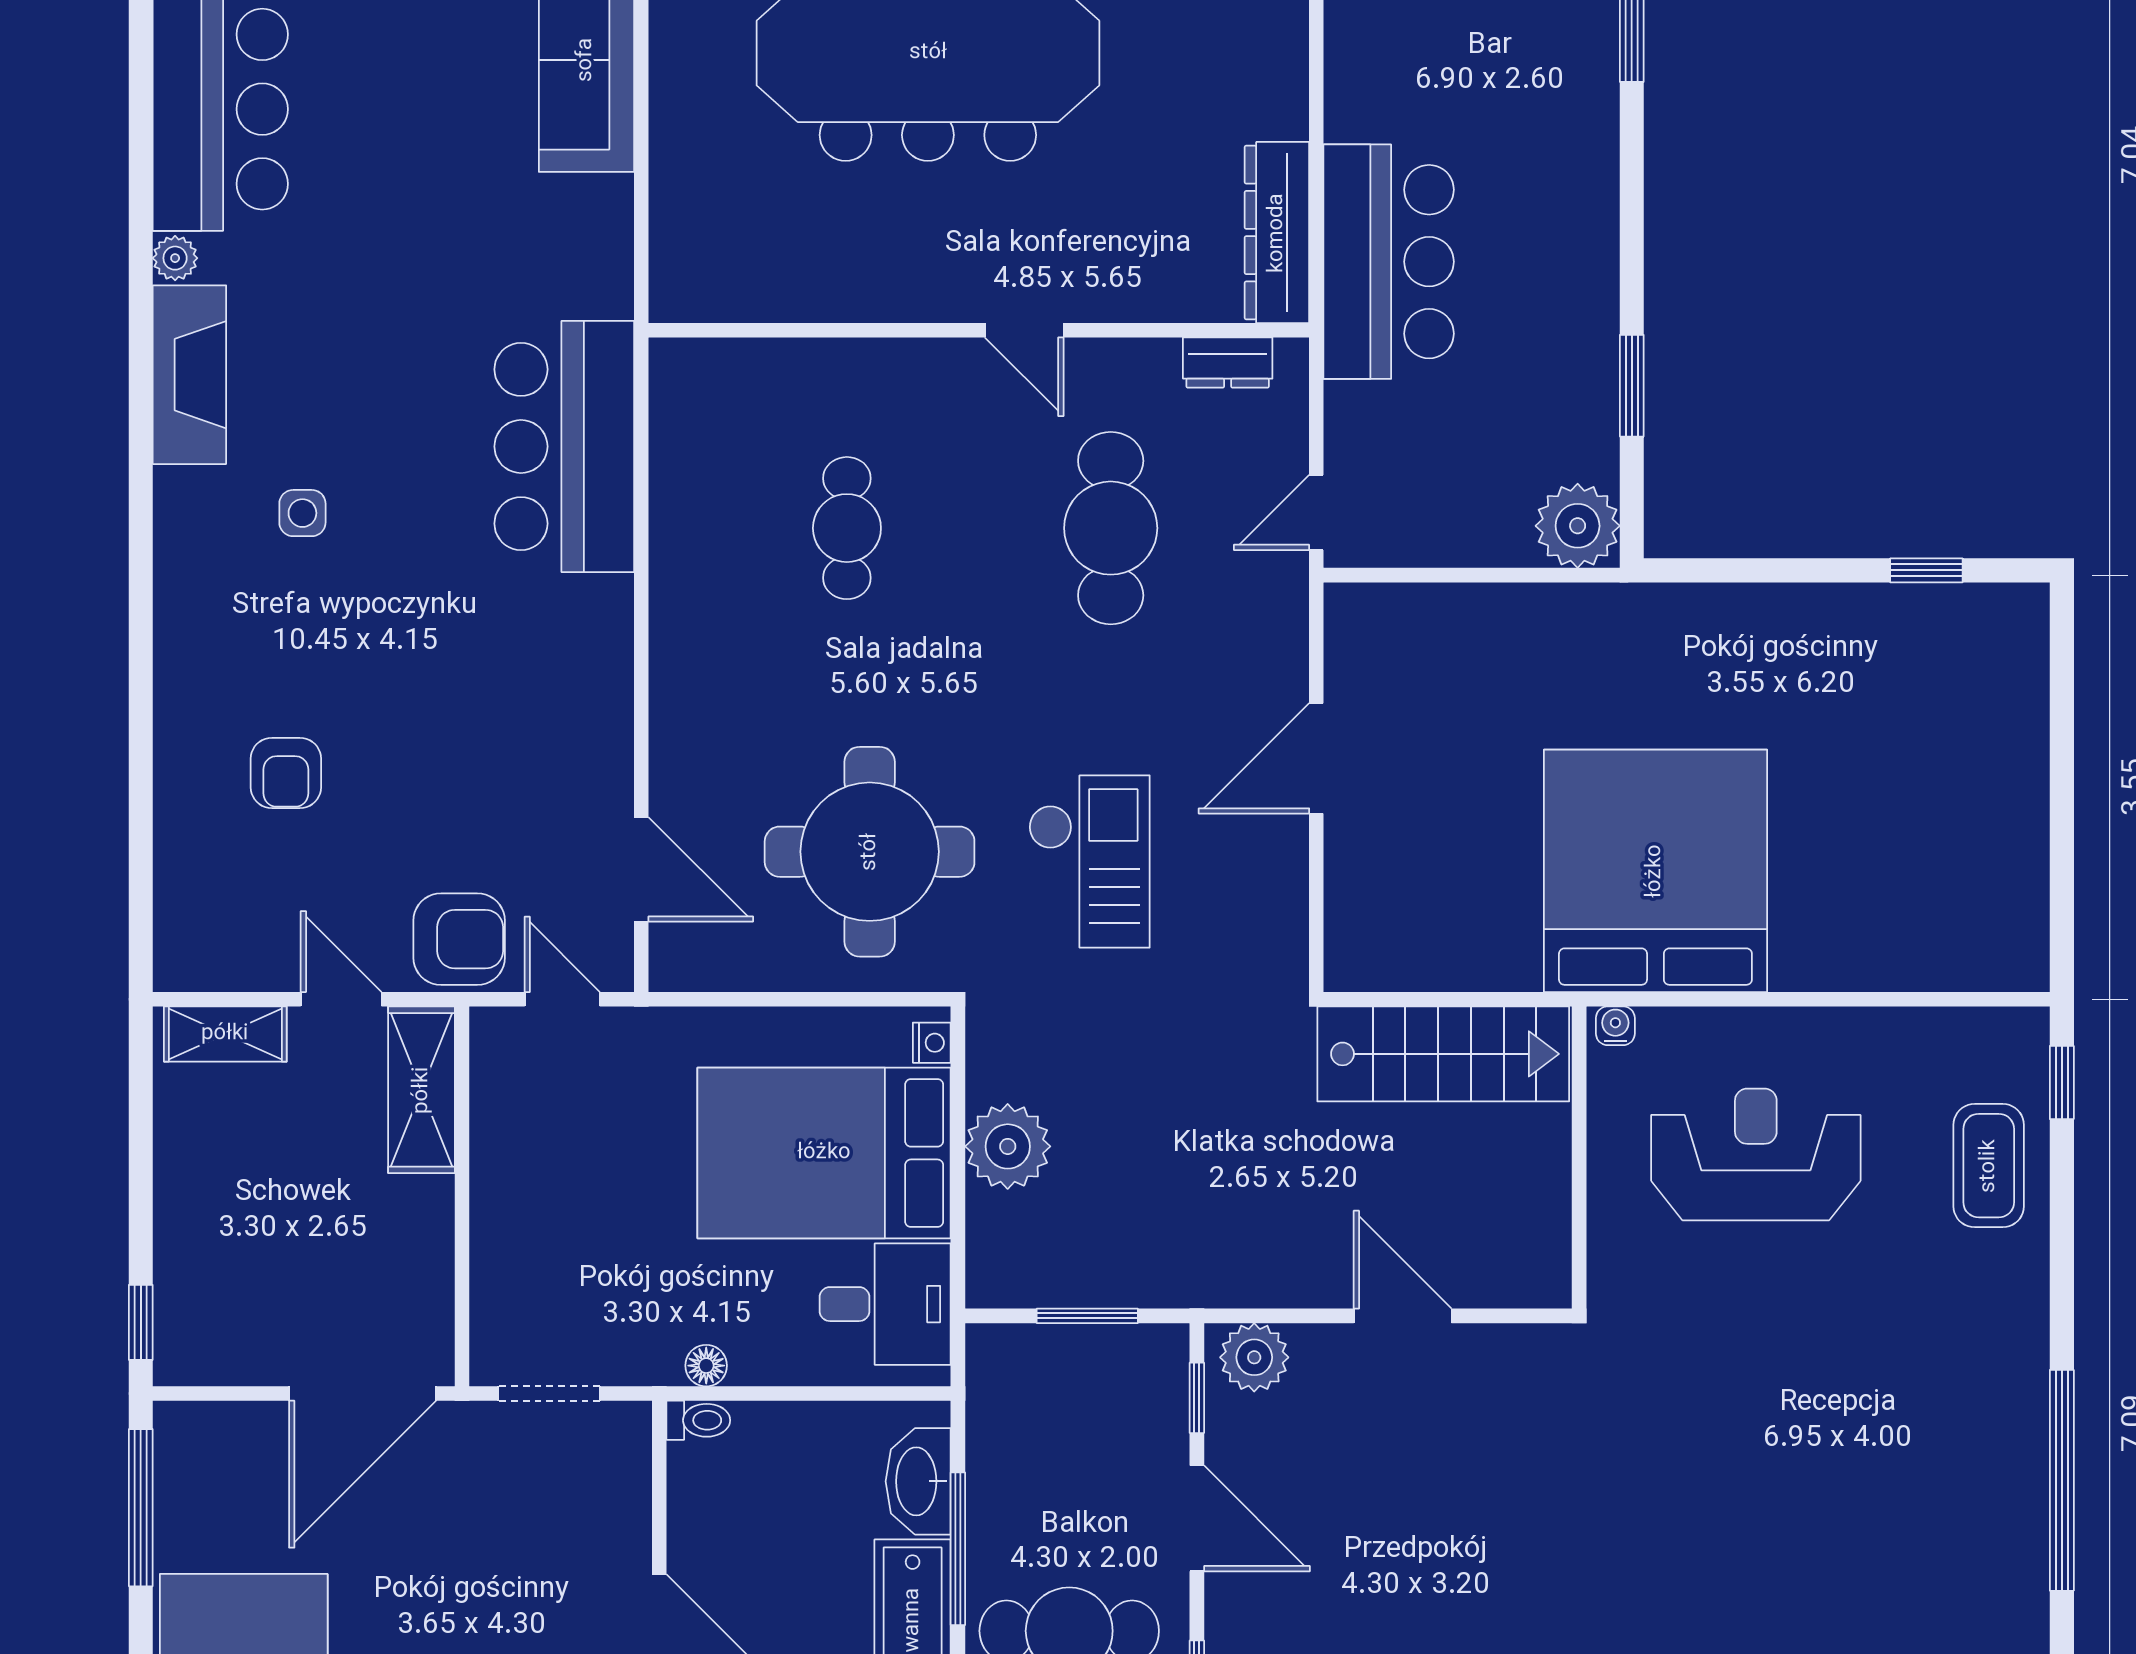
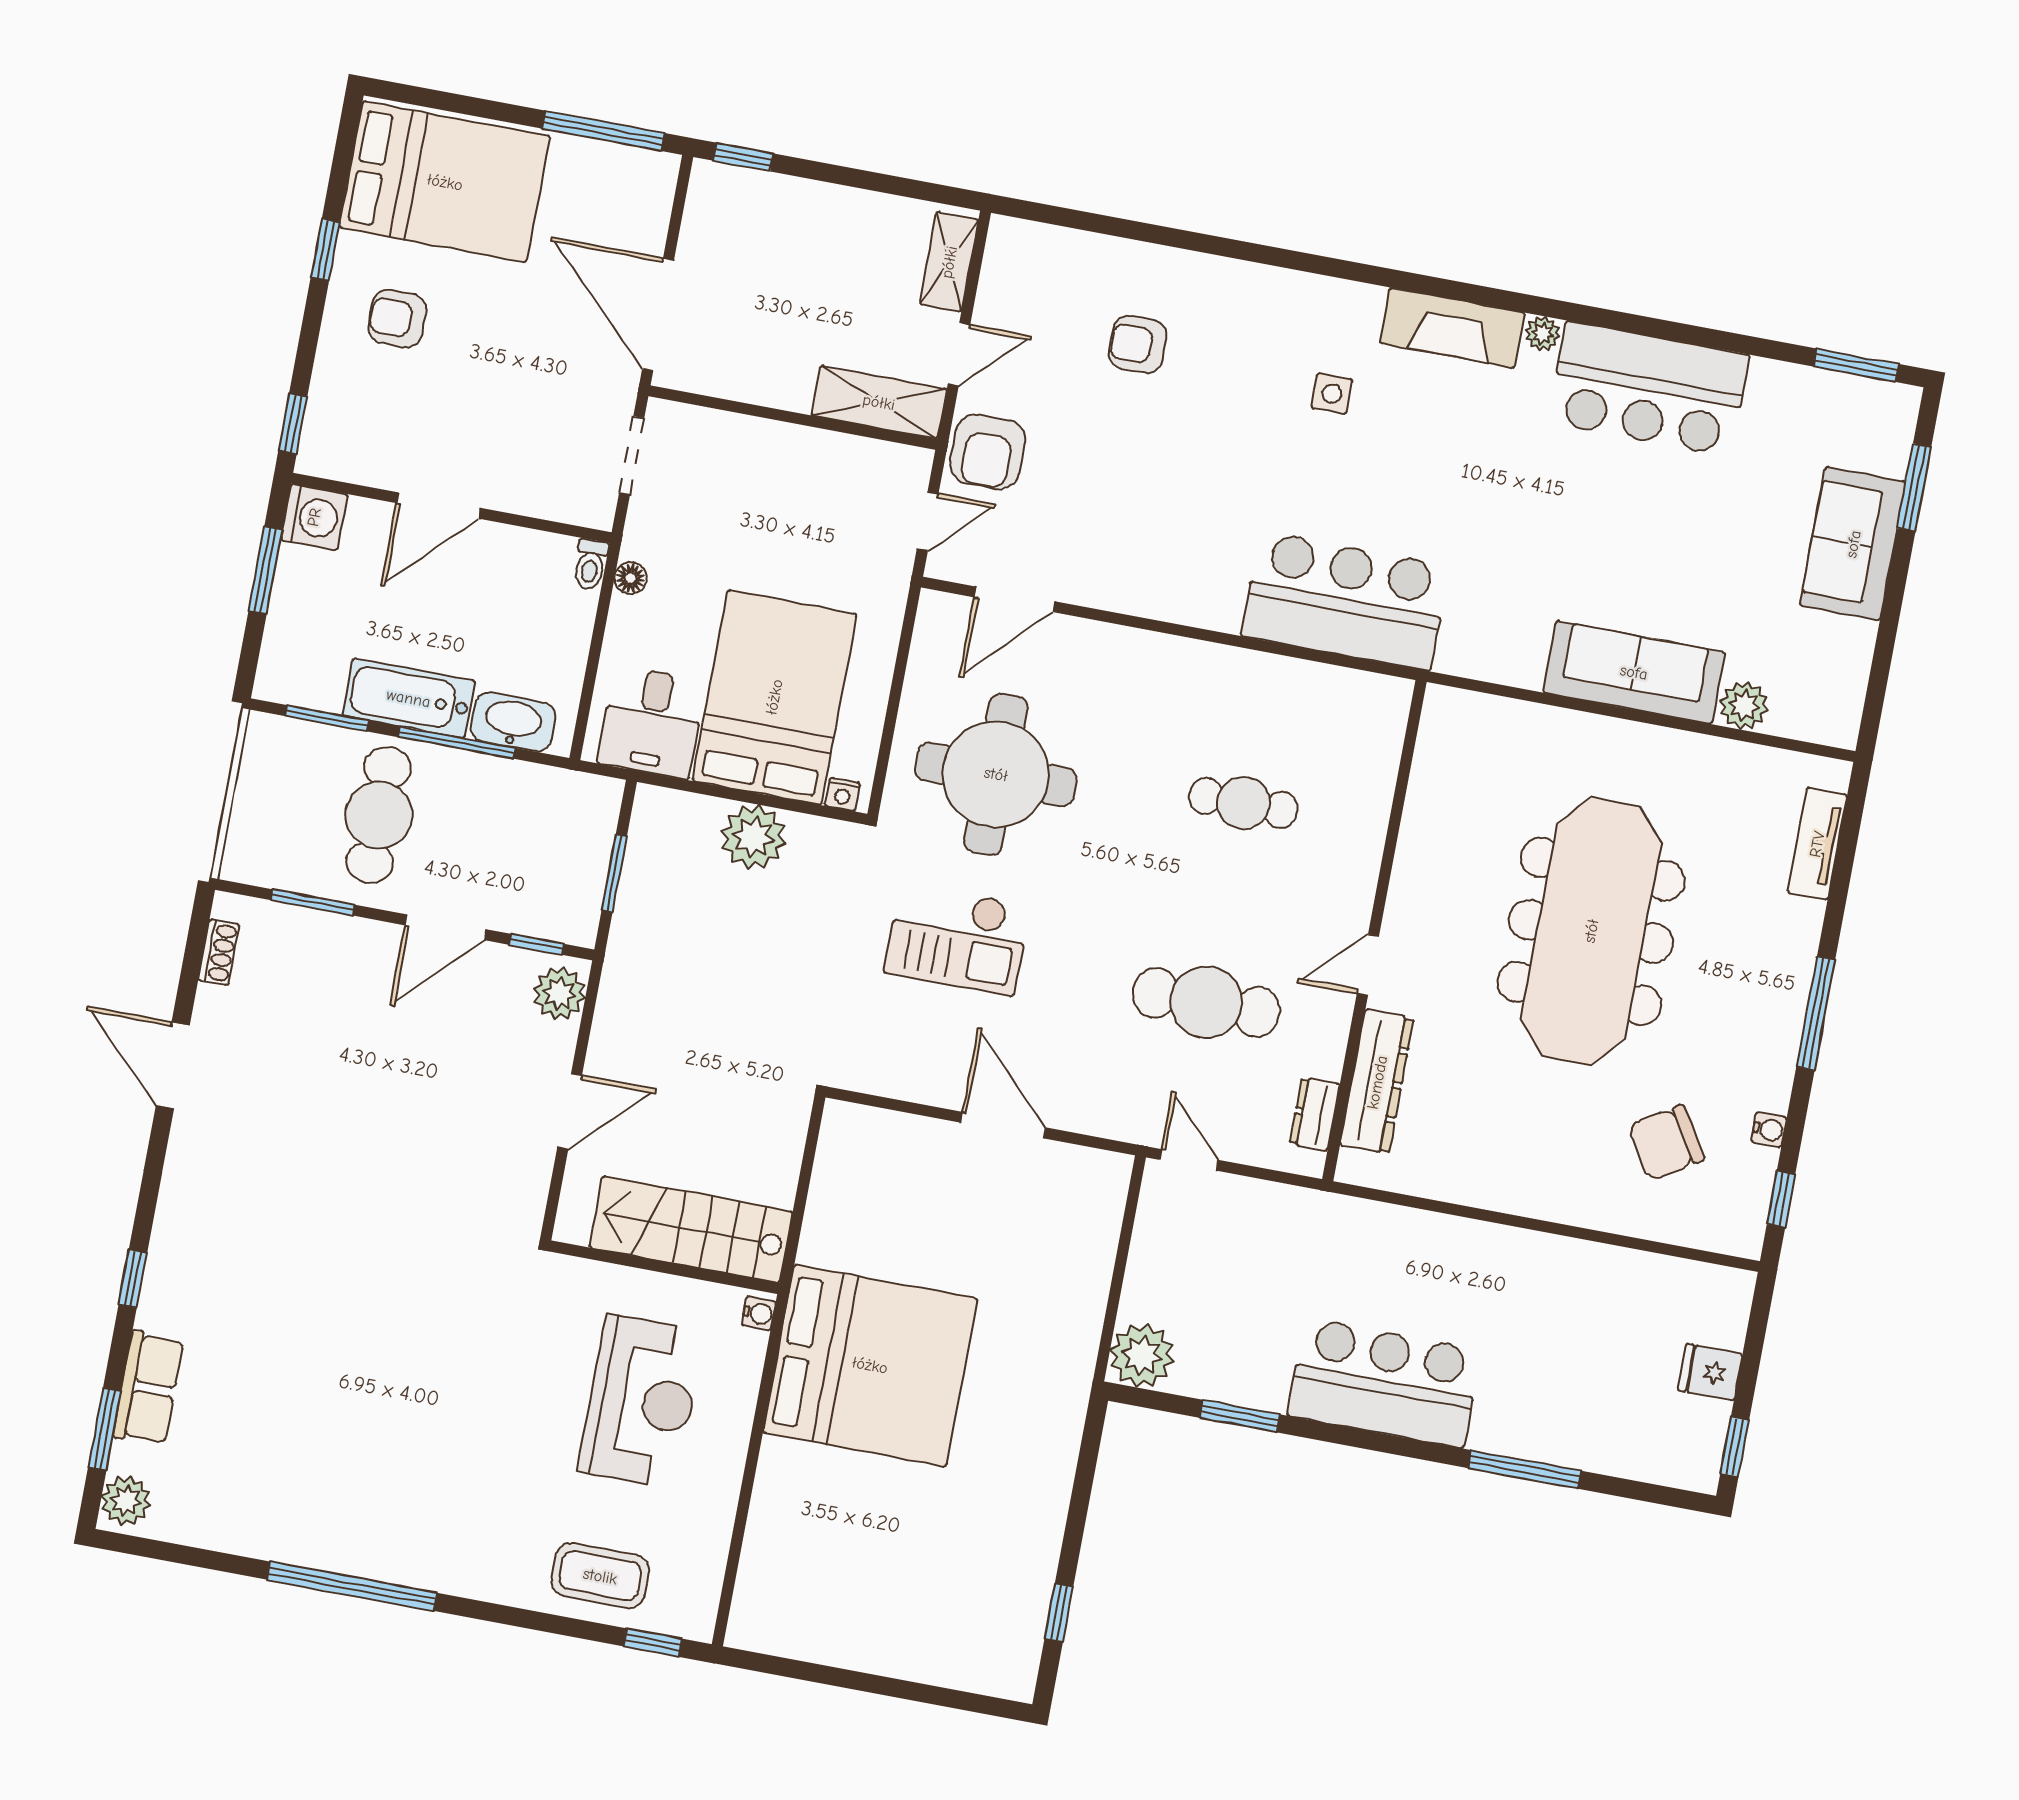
dresser: (1277, 233) -> (1377, 1082), moved, turned 90
bar counter: (1389, 262) -> (1384, 1383), moved, turned 180
stairs: (1443, 1054) -> (691, 1229), moved, turned 90

